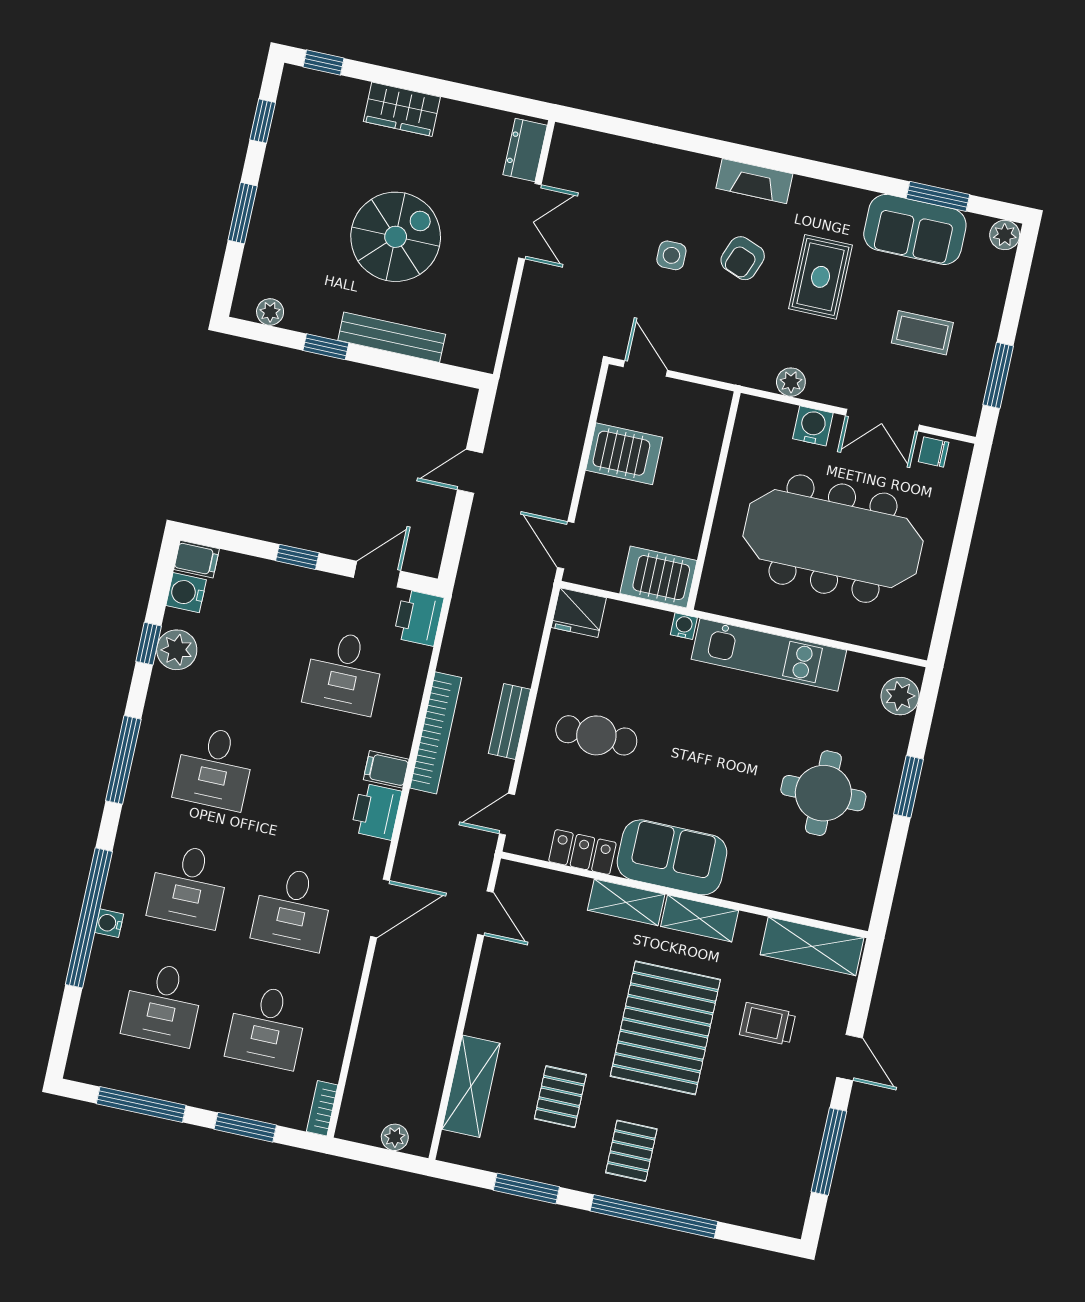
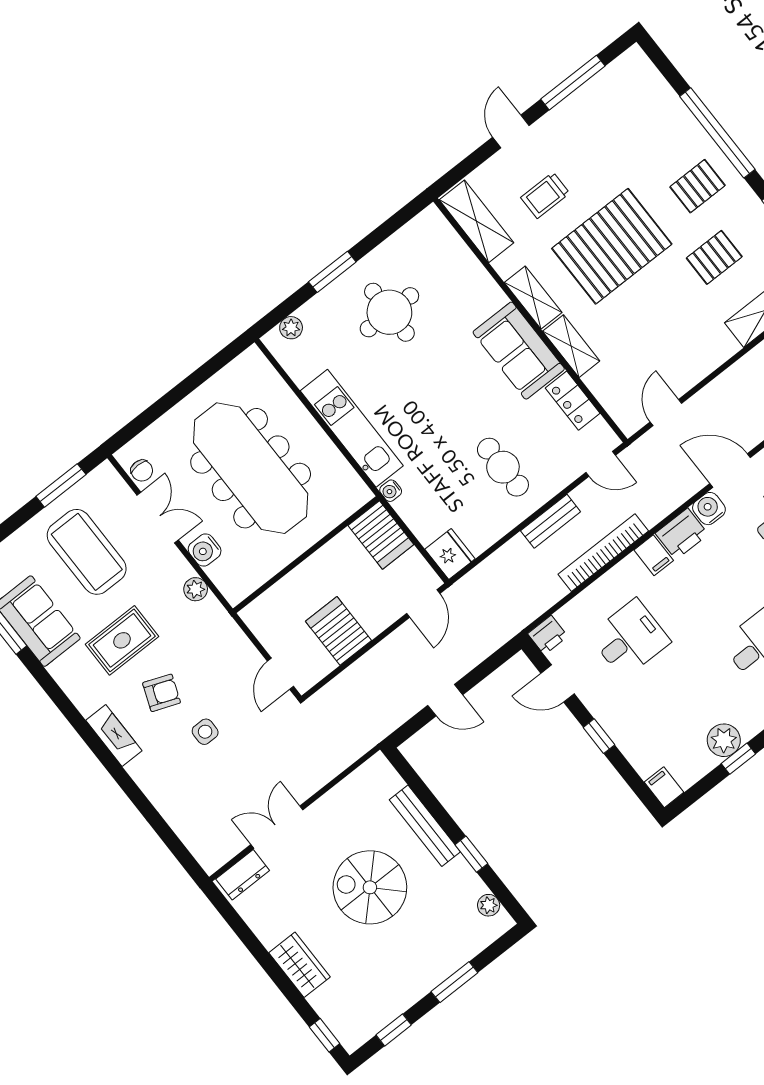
coffee table: (922, 333) -> (87, 552), width x1.86, depth x1.72
water cooler: (186, 593) -> (709, 509), moved, turned 180
printer: (419, 618) -> (548, 635), width x0.73, depth x0.81
plant: (900, 696) -> (291, 328), width x0.73, depth x0.73
trolley: (768, 1024) -> (545, 195), turned 90

